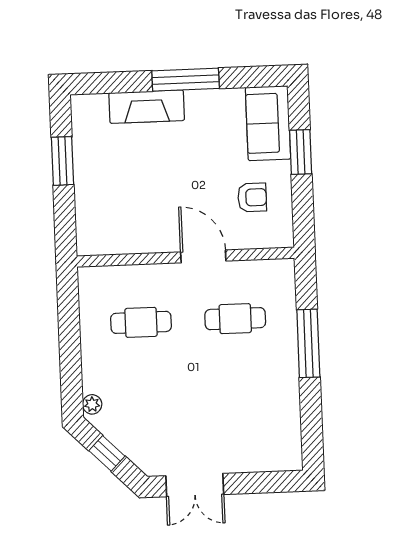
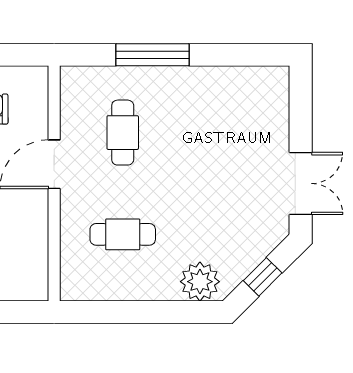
cafe table: (141, 322) -> (123, 234), turned 90
plant: (92, 404) -> (200, 282), width x1.87, depth x1.87

